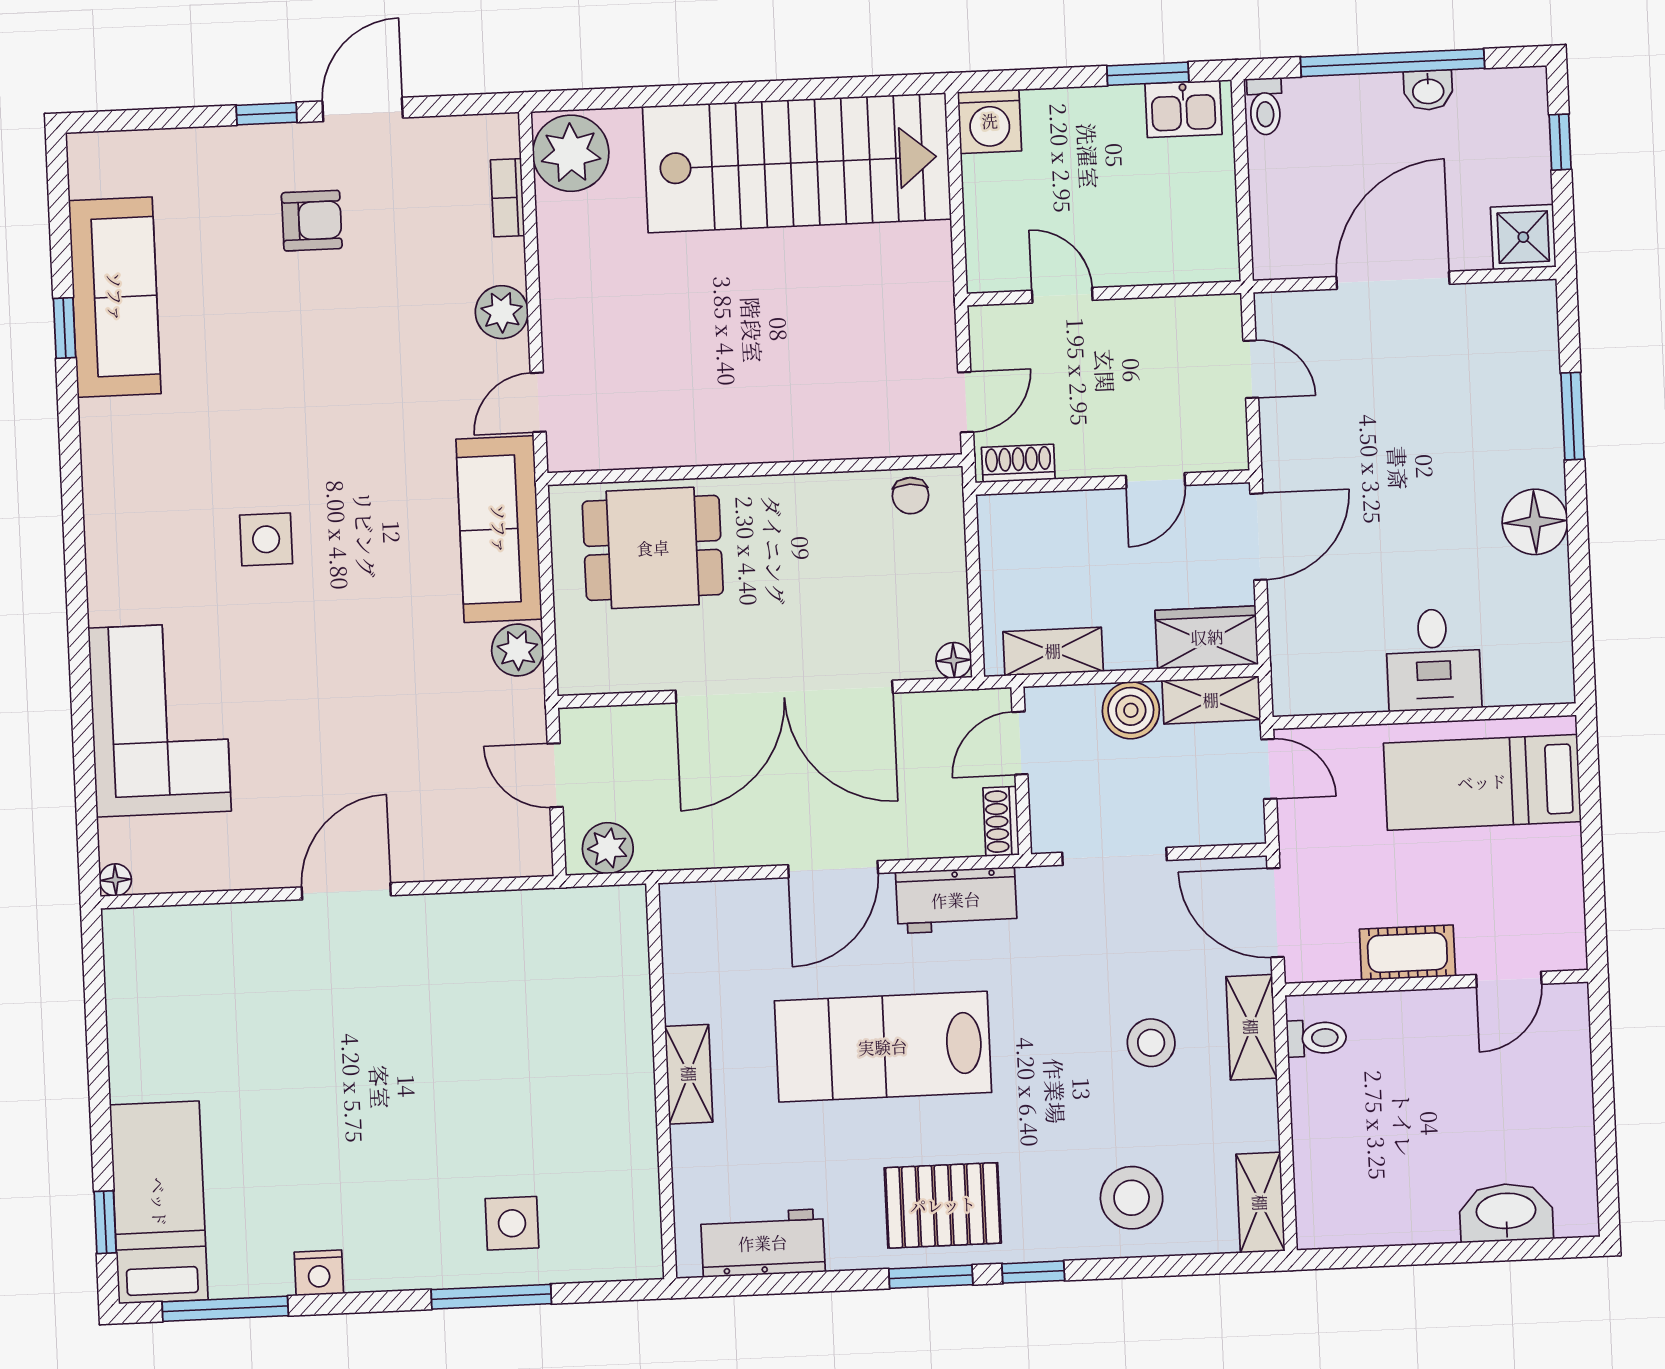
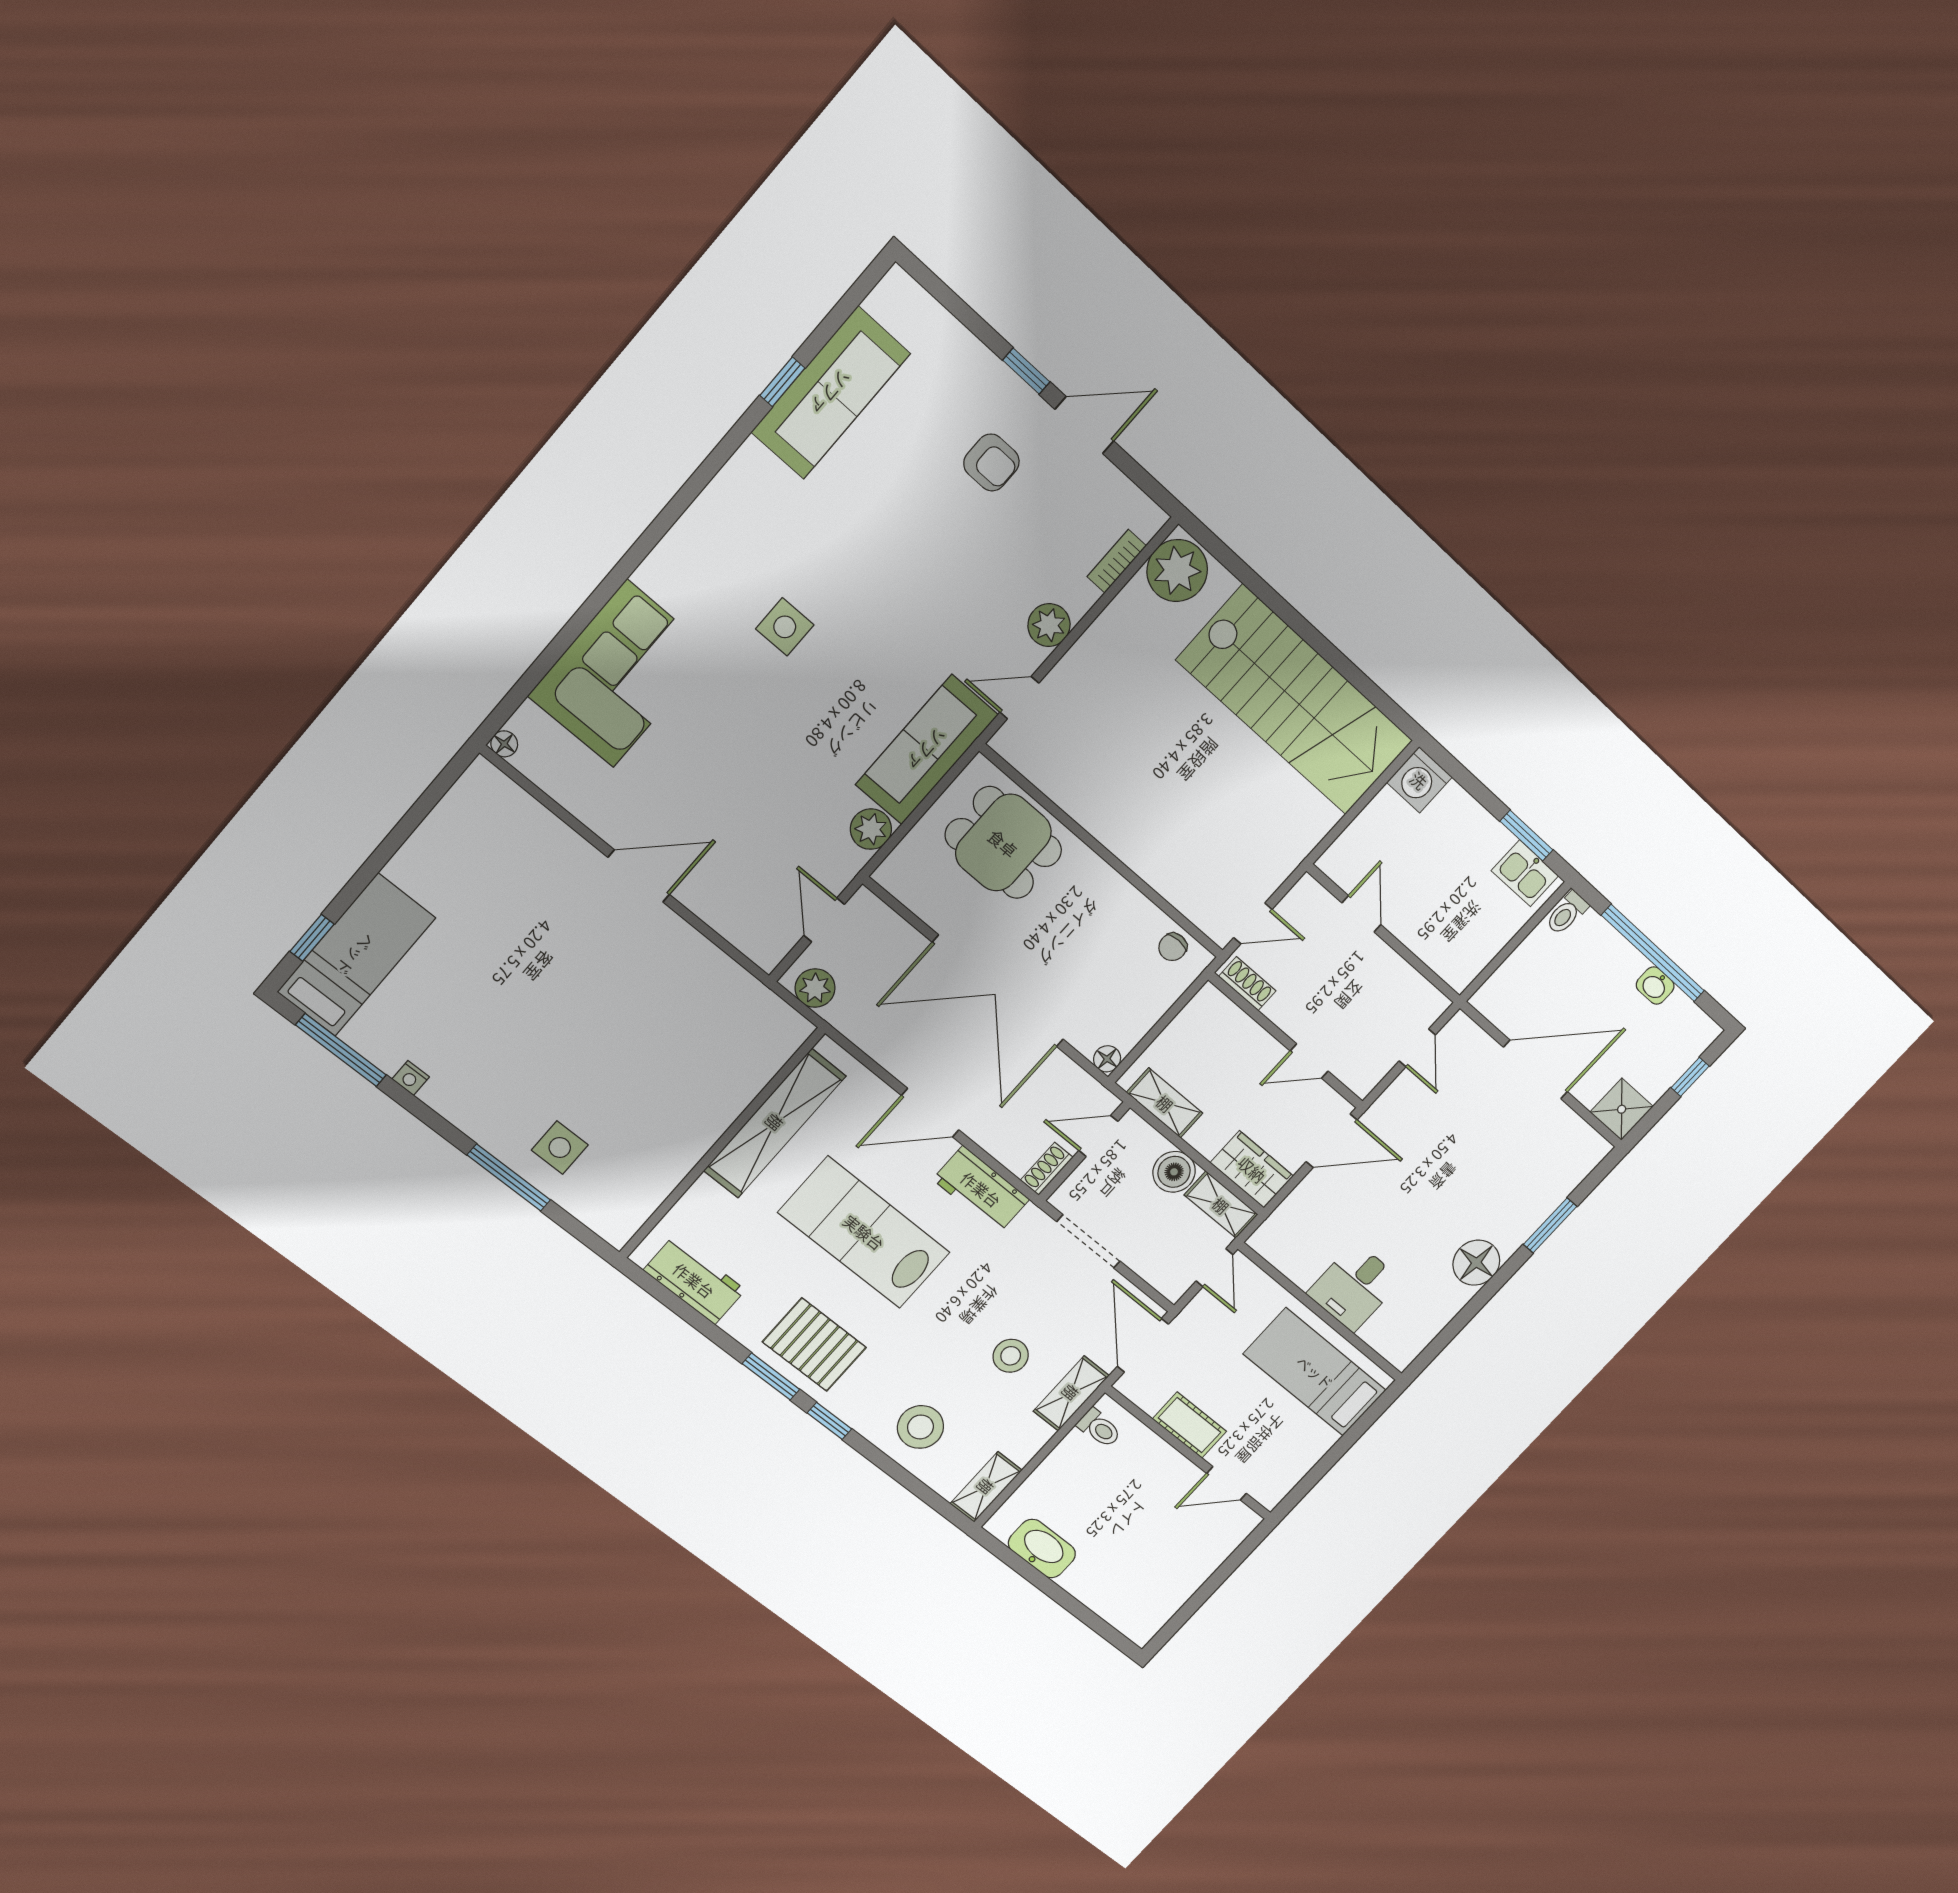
shelving: (689, 1074) -> (775, 1123), width x2.20, depth x1.33
washbasin: (1506, 1213) -> (1042, 1549), moved
nightstand: (319, 1273) -> (411, 1078), width x0.72, depth x0.74

